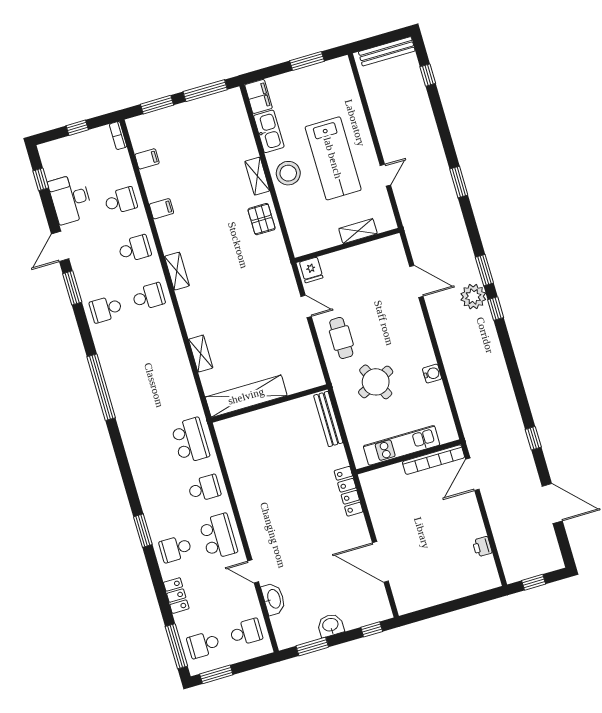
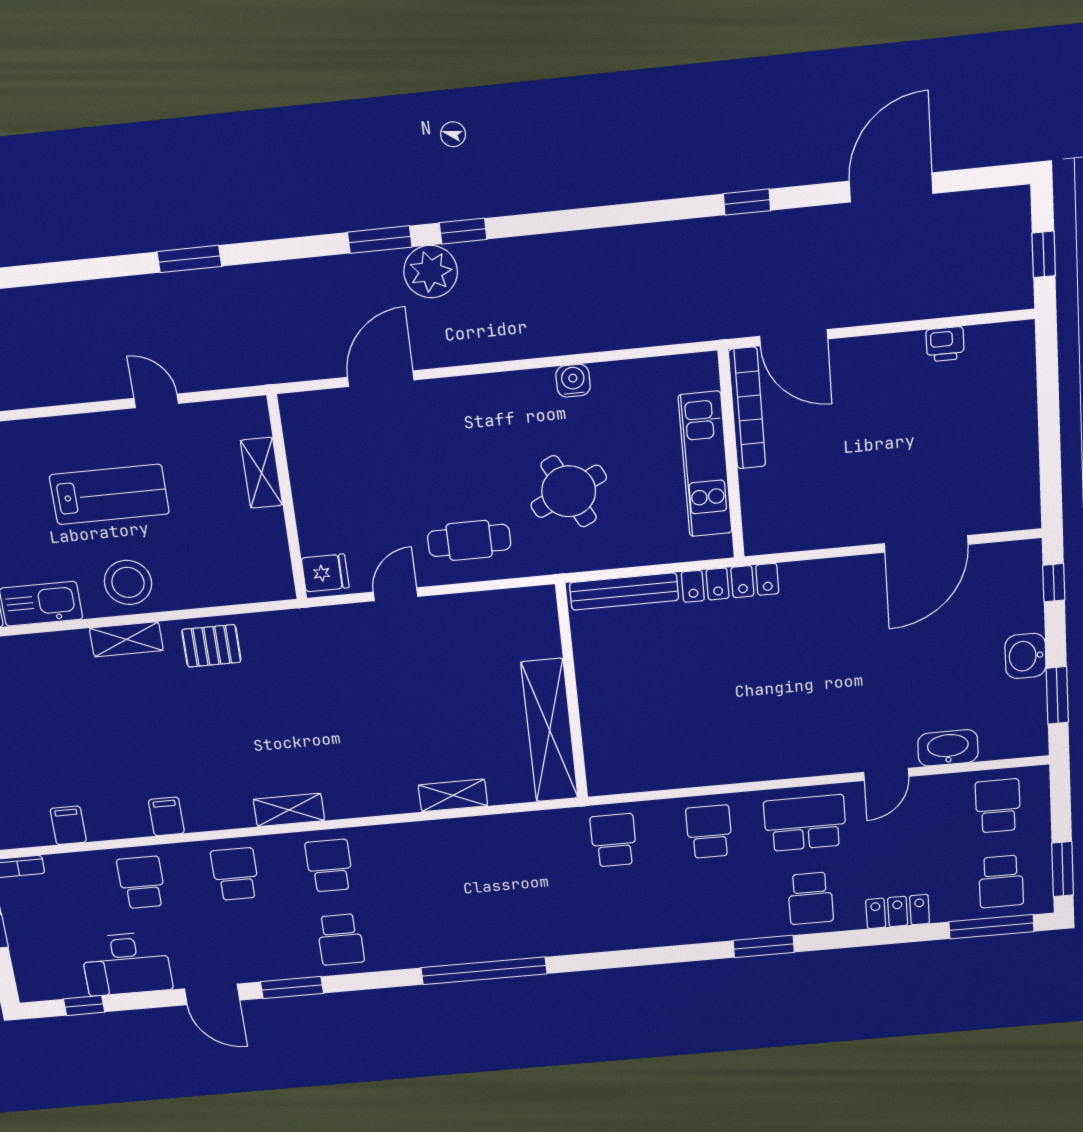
lab bench: (333, 158) -> (109, 494), width x0.73, depth x0.72
school desk: (190, 440) -> (614, 840), width x0.54
locker: (349, 491) -> (730, 583), moved

